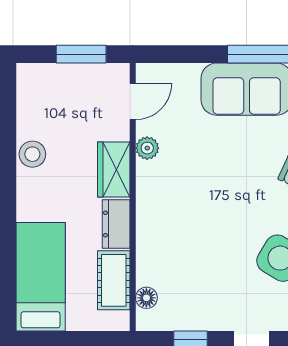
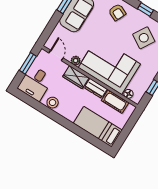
desk: (50, 94) -> (35, 83), added
corner sofa: (180, 223) -> (109, 66), added

